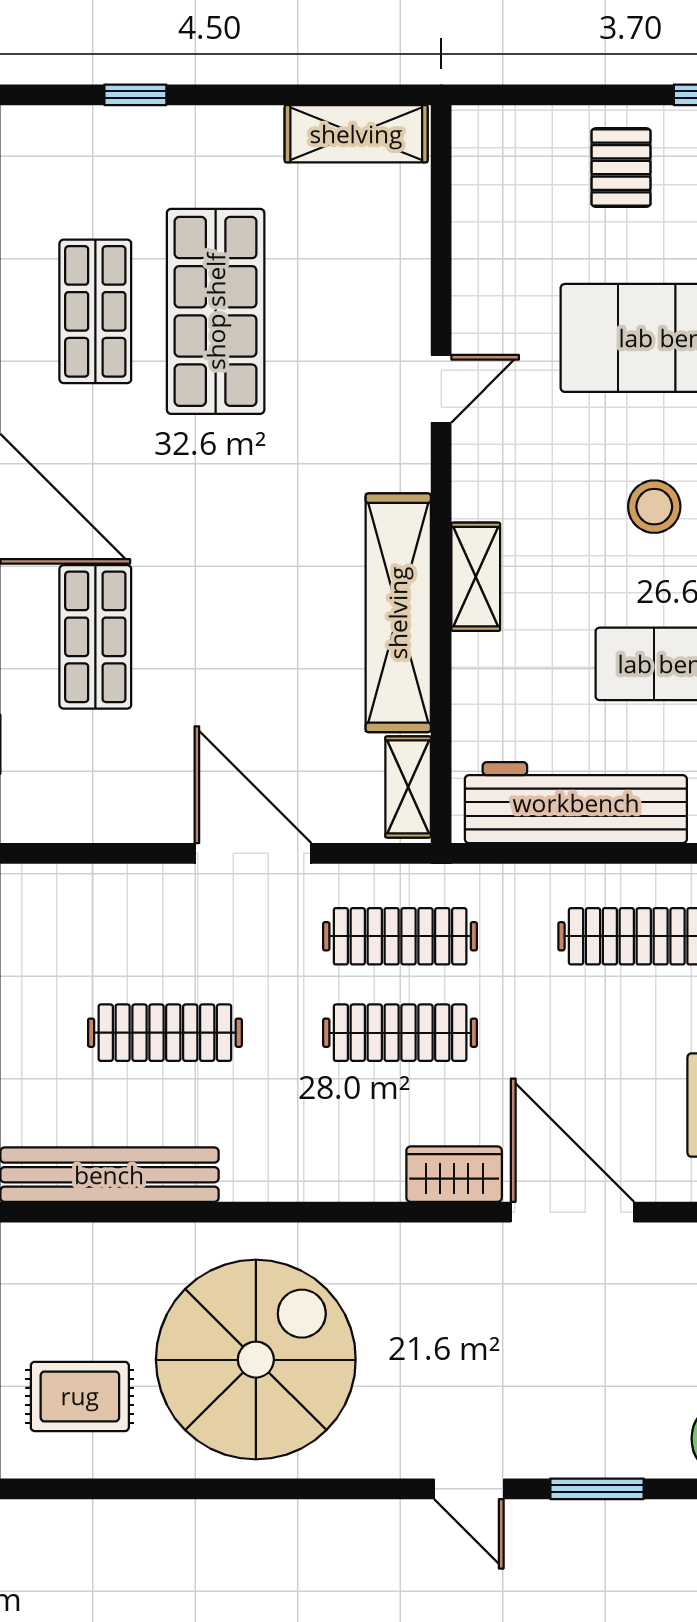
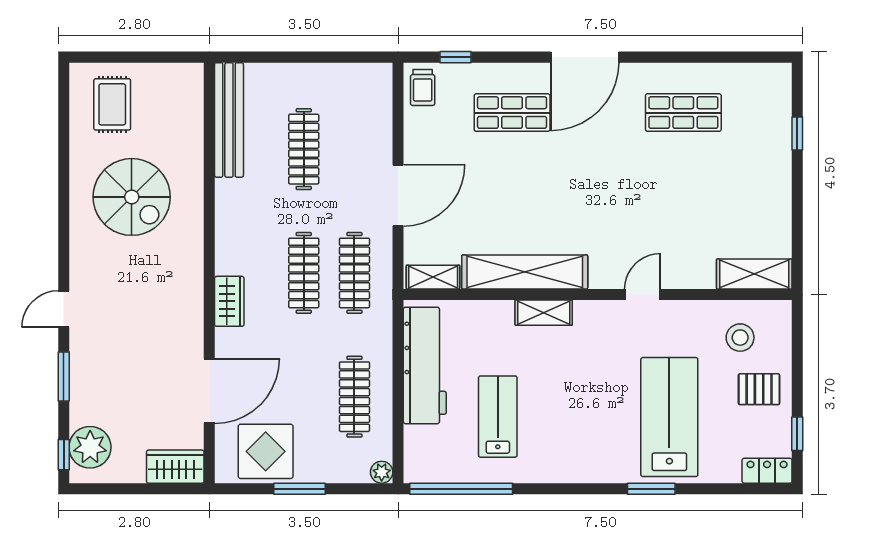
shelving: (356, 134) -> (754, 274), moved, turned 90
shop shelf: (216, 311) -> (683, 176), removed
door: (441, 389) -> (643, 294), swing flipped
stool: (654, 507) -> (740, 338), moved
trolley: (48, 807) -> (423, 87), added
door: (572, 1212) -> (209, 391), moved
spiral stairs: (256, 1360) -> (132, 197), width x0.73, depth x0.73

